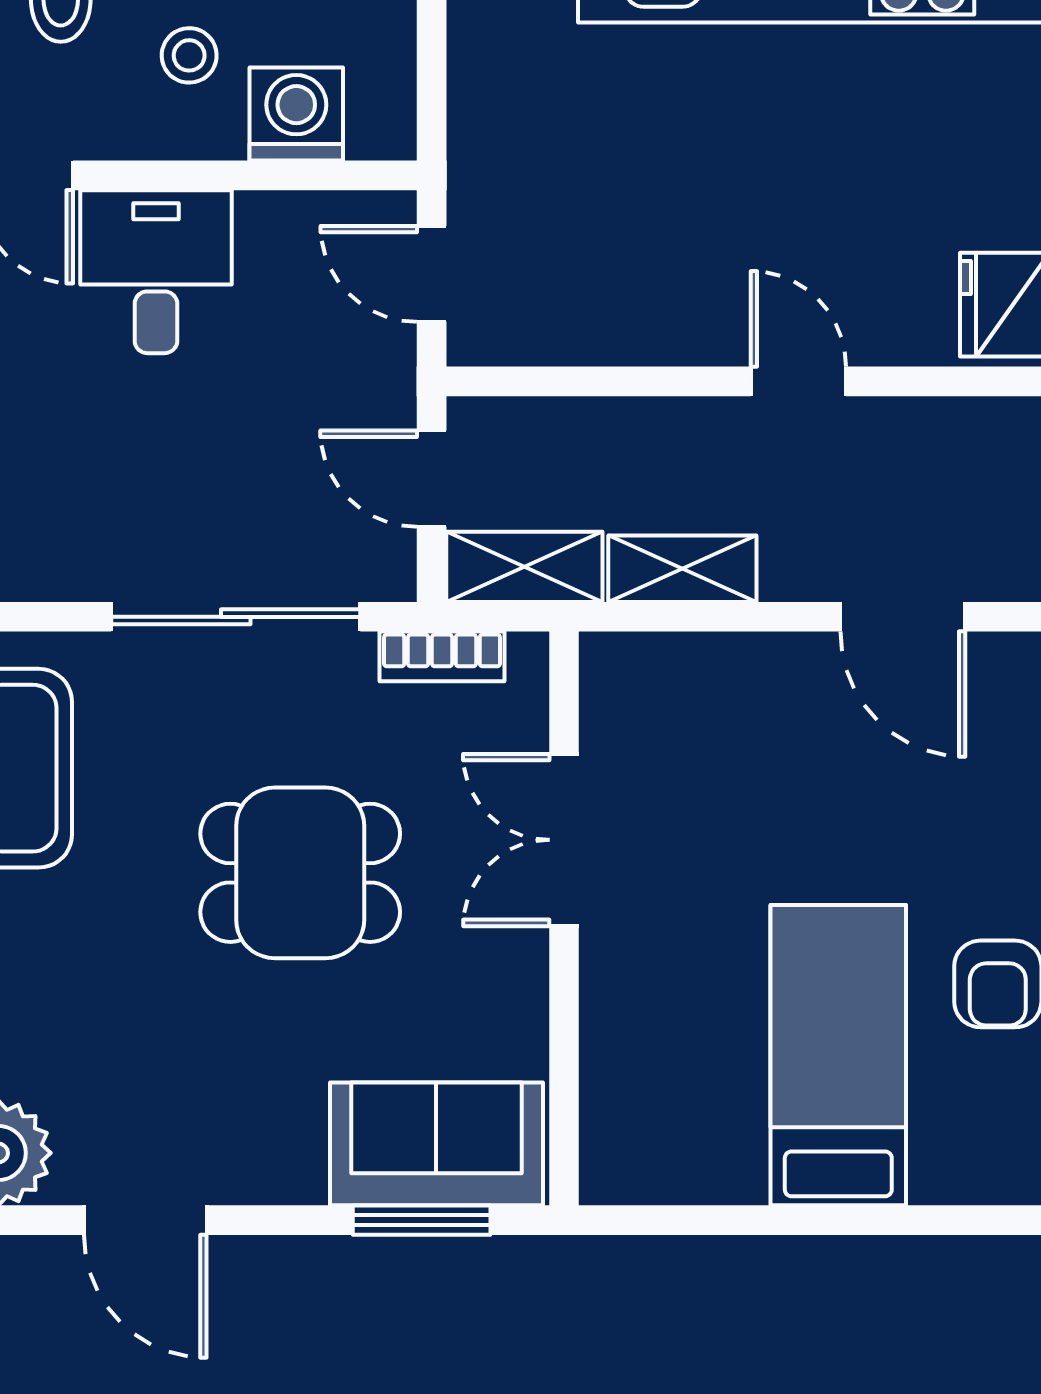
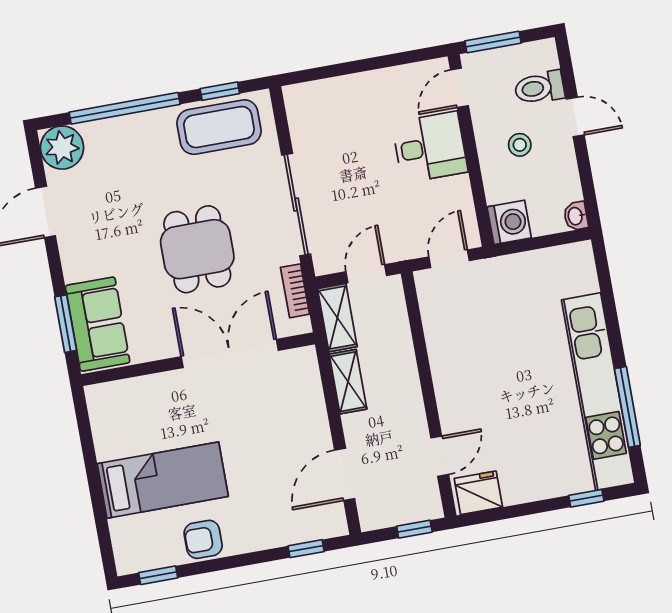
washing machine: (296, 114) -> (509, 222), moved
door: (798, 381) -> (440, 456), moved
double door: (564, 840) -> (230, 354), width x1.37

